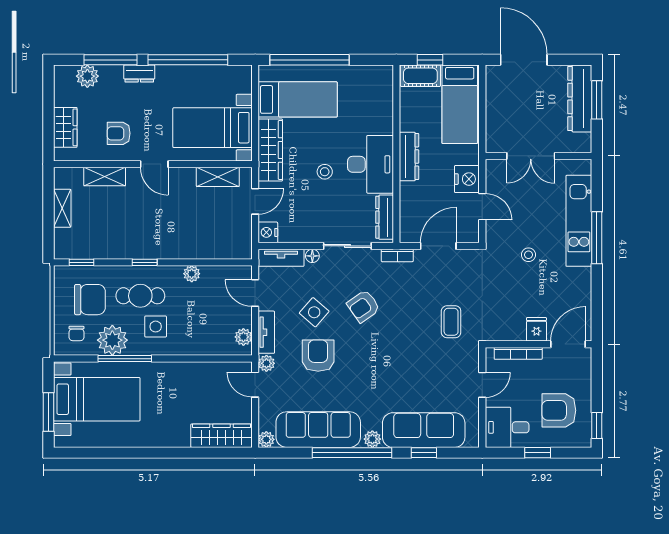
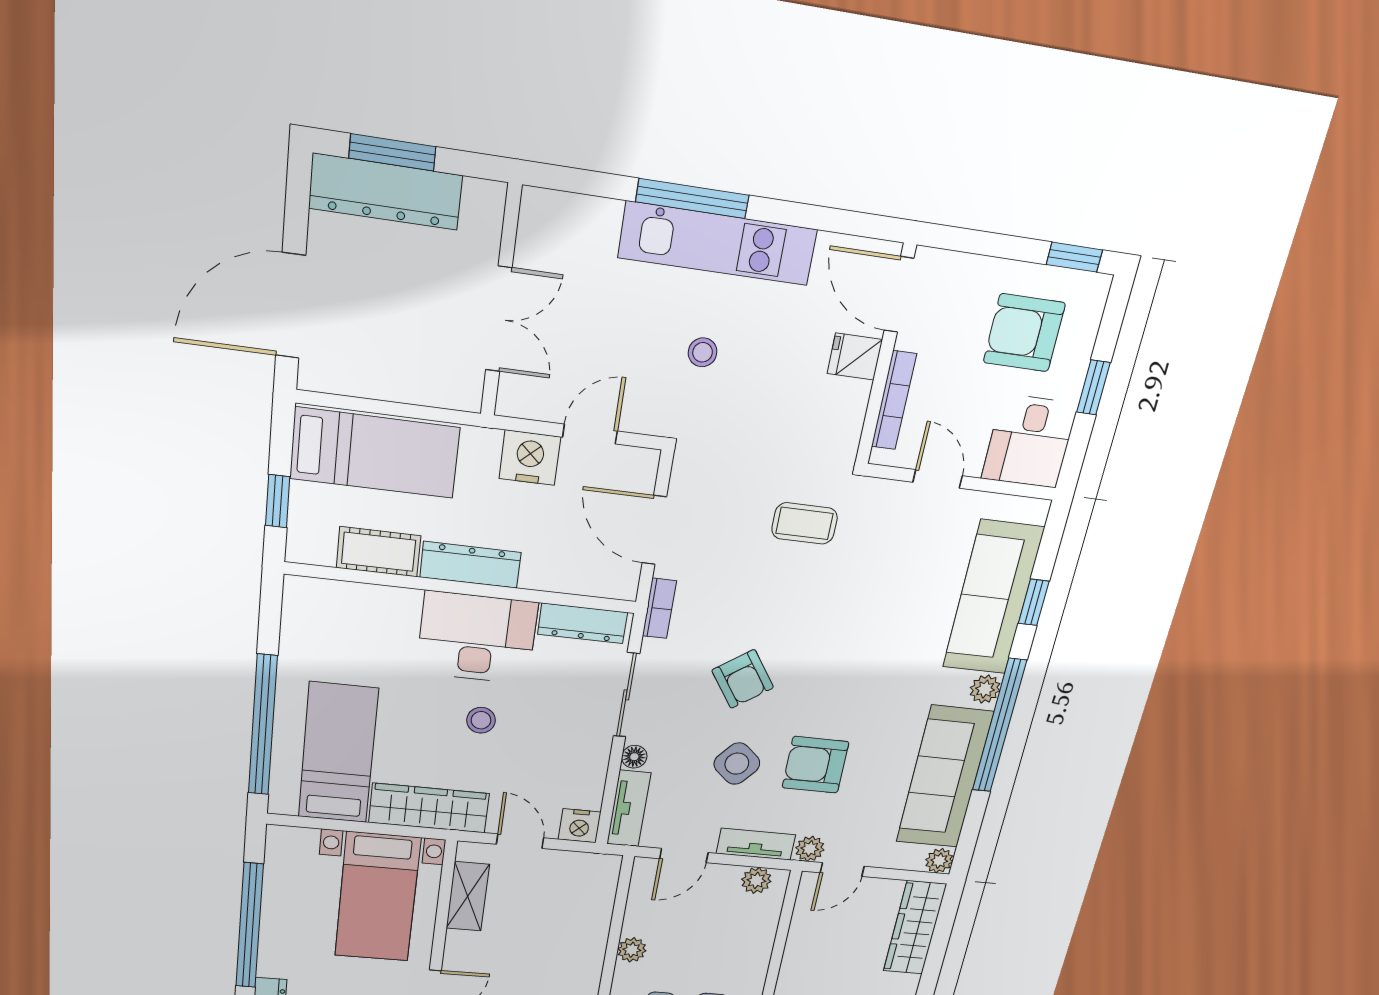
cot: (420, 76) -> (379, 552), moved, turned 90
kitchen unit: (579, 221) -> (718, 244), moved
armchair: (559, 410) -> (1024, 333), turned 90

